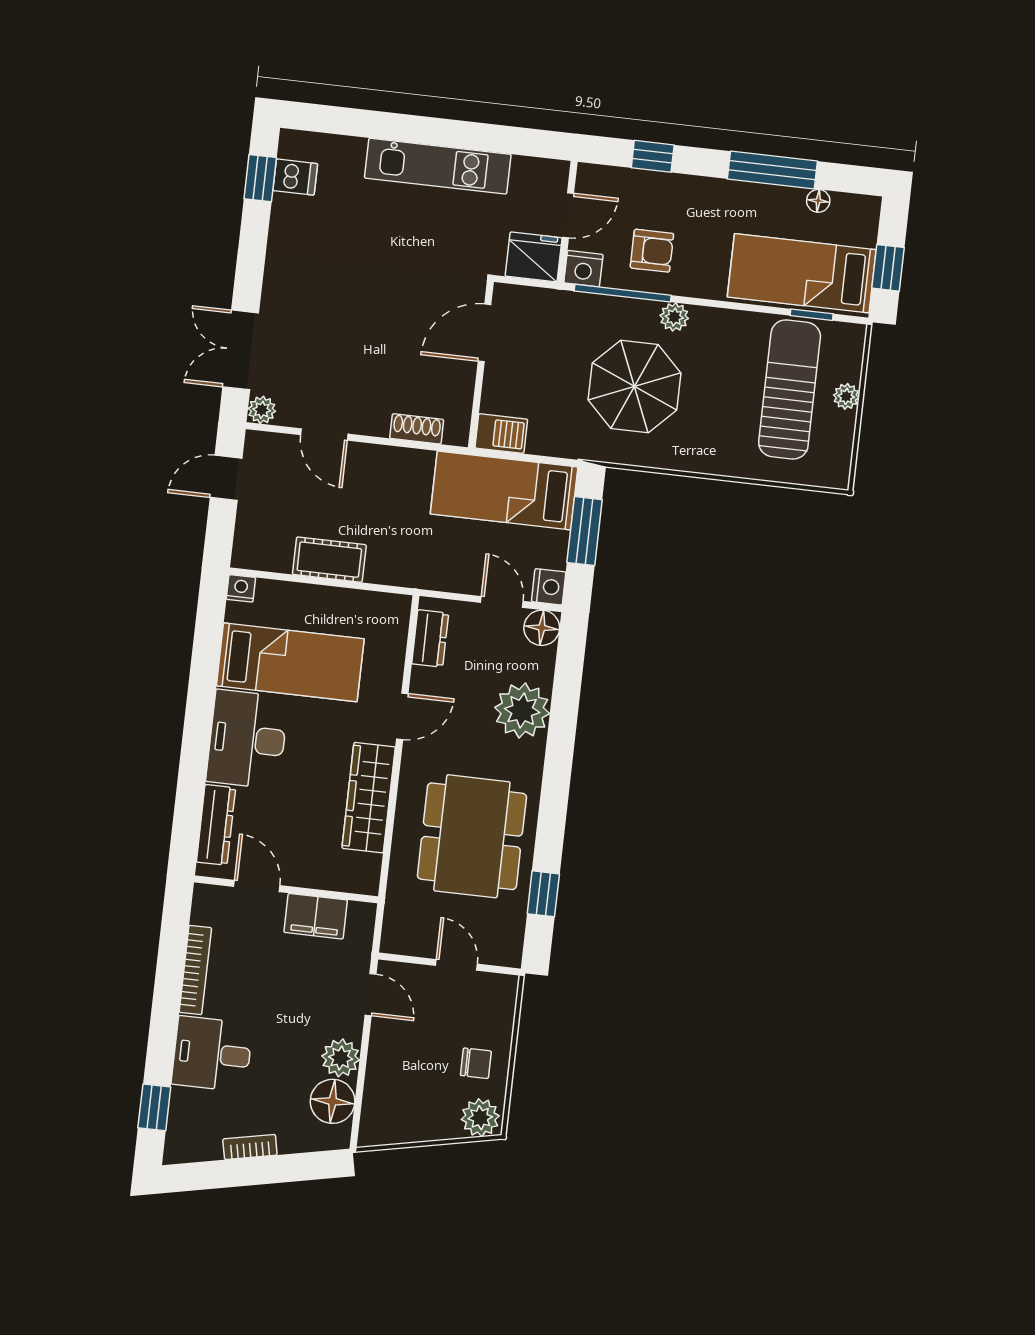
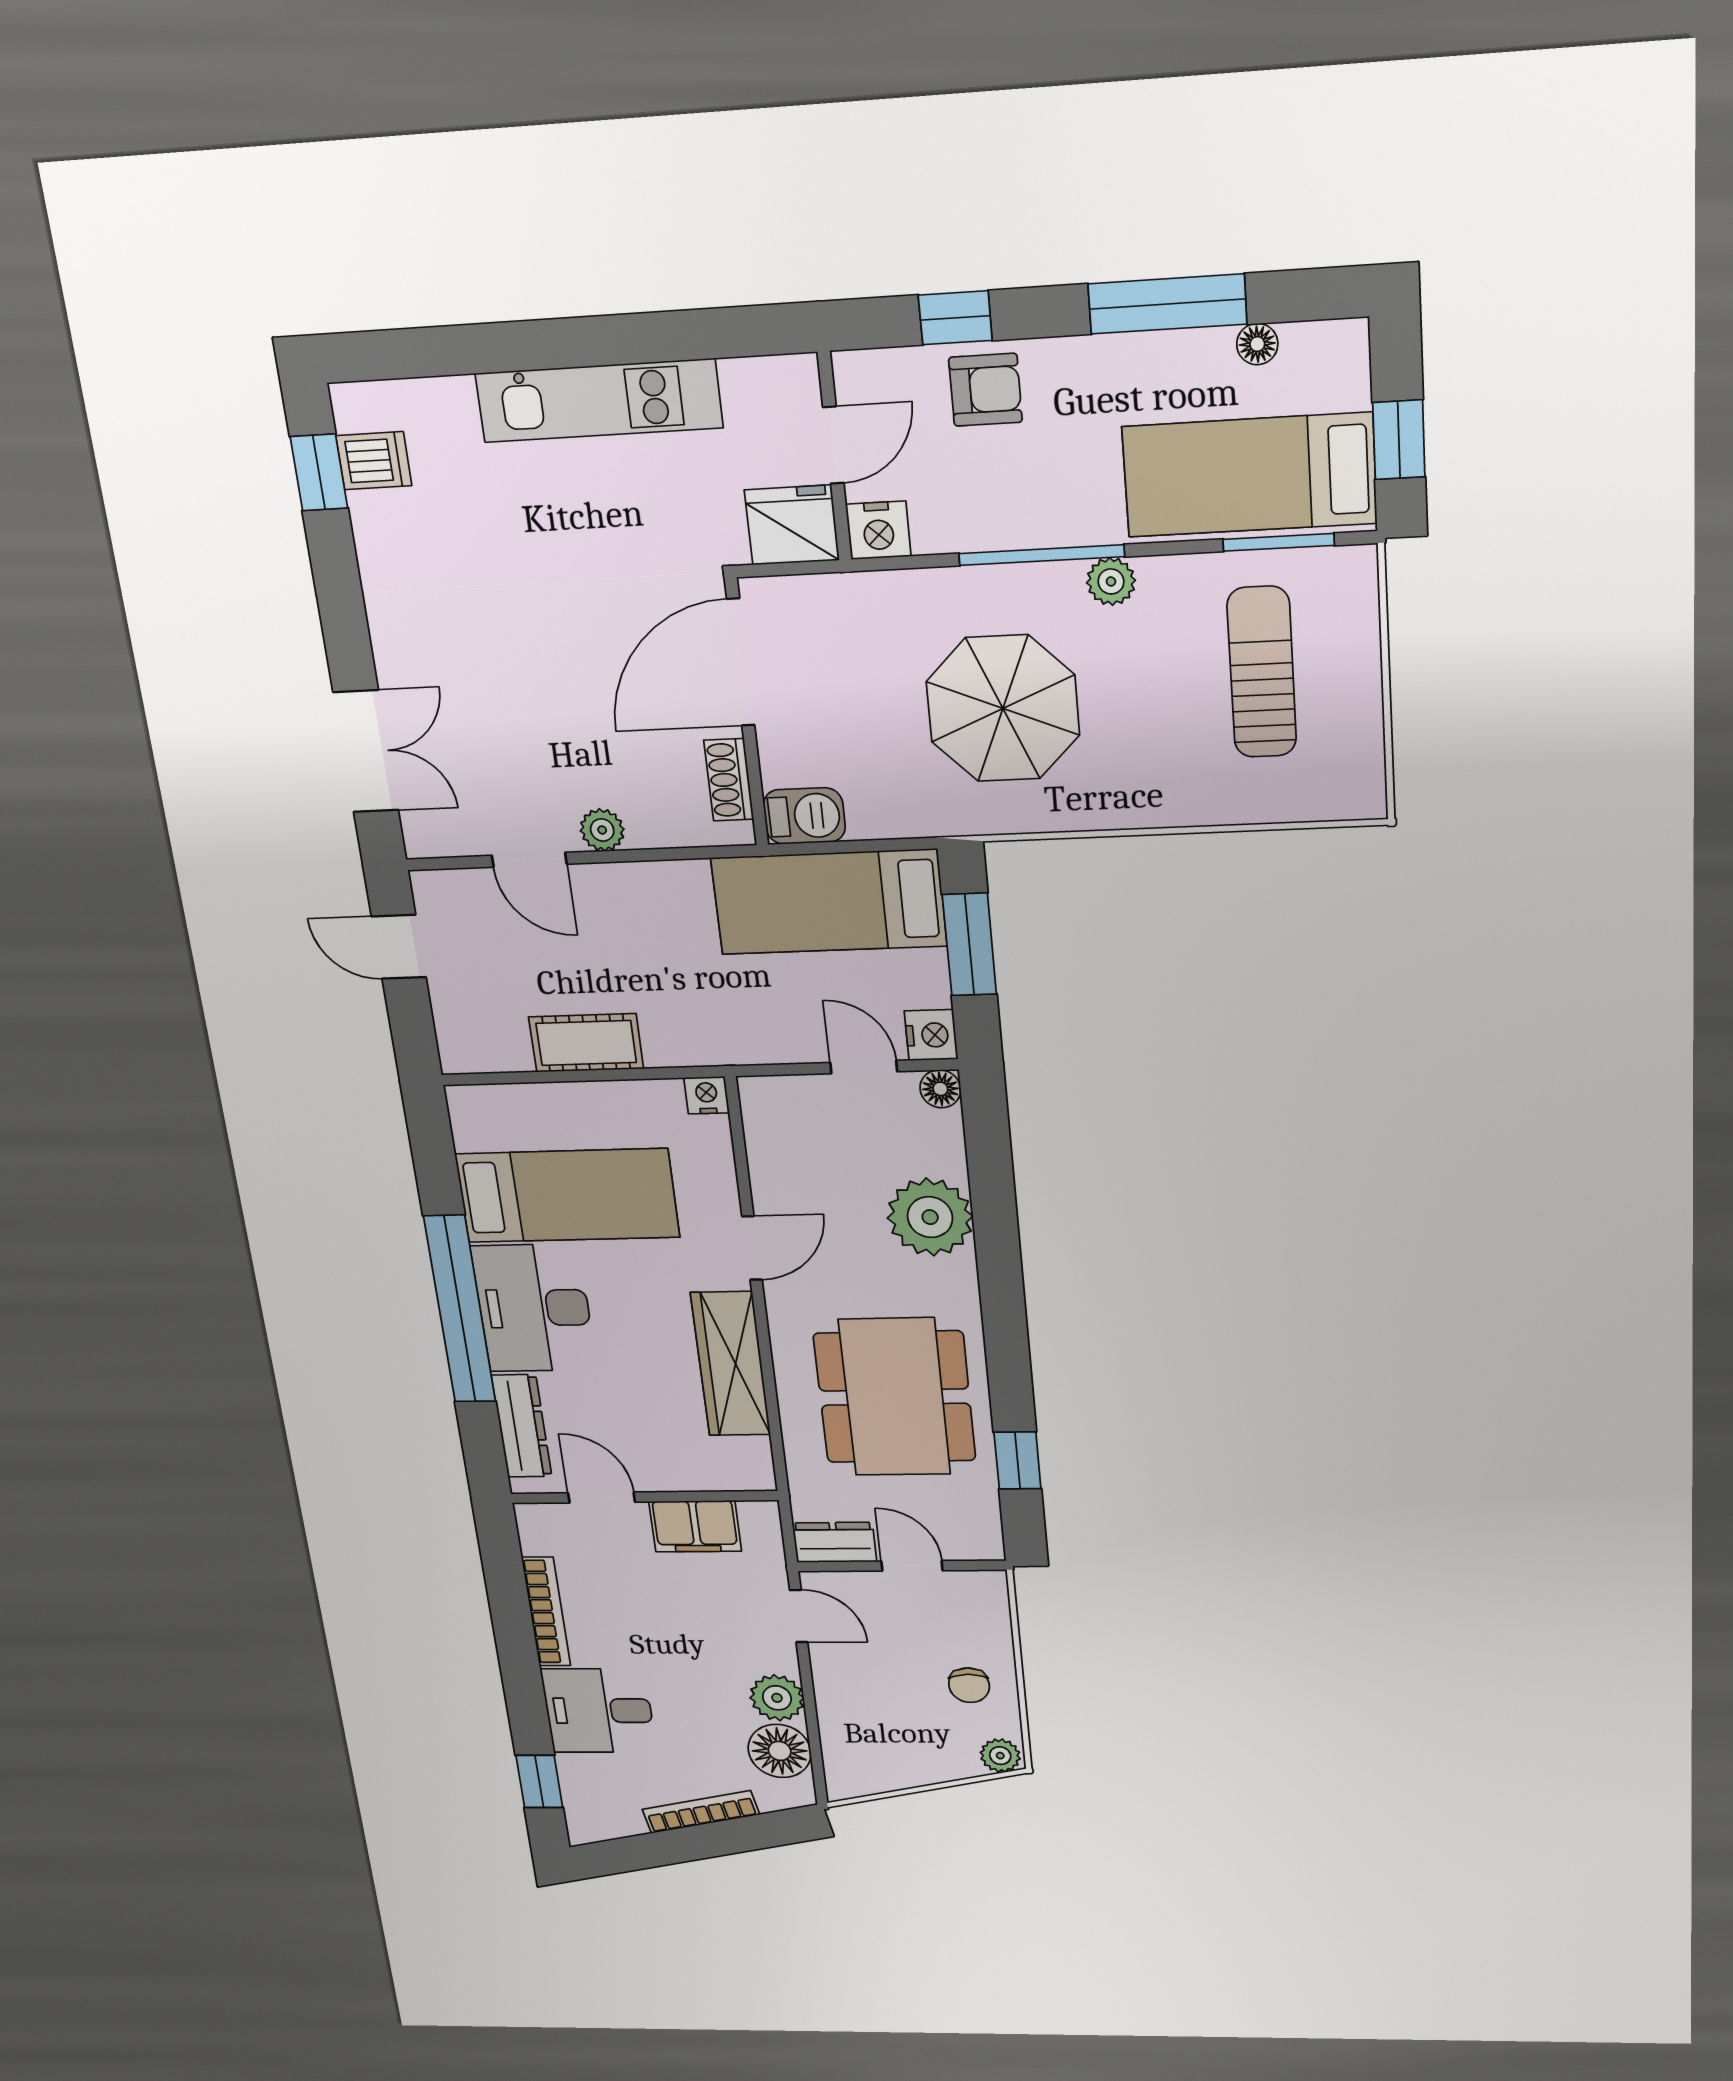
armchair: (652, 251) -> (985, 390), moved
window: (623, 293) -> (1042, 555), moved
window: (812, 315) -> (1279, 542), width x1.50
plant: (674, 317) -> (1111, 581), moved
door: (484, 333) -> (741, 662), width x1.36
double door: (241, 350) -> (366, 751), swing flipped
sun lounger: (790, 389) -> (1262, 672), width x0.73, depth x0.75
plant: (846, 396) -> (1360, 668), removed
plant: (262, 410) -> (602, 830), moved
shoe rack: (417, 429) -> (729, 780), moved, turned -90
door: (226, 478) -> (399, 947), hinge flipped
nightstand: (241, 588) -> (707, 1095), moved
floor lamp: (542, 628) -> (940, 1089), width x0.73, depth x0.73
dresser: (430, 638) -> (834, 1542), moved, turned -90
window: (197, 733) -> (460, 1309), added
chair: (476, 1063) -> (969, 1685), turned 90
plant: (480, 1118) -> (1000, 1756), width x0.73, depth x0.73
bookcase: (250, 1147) -> (701, 1812), width x1.56

